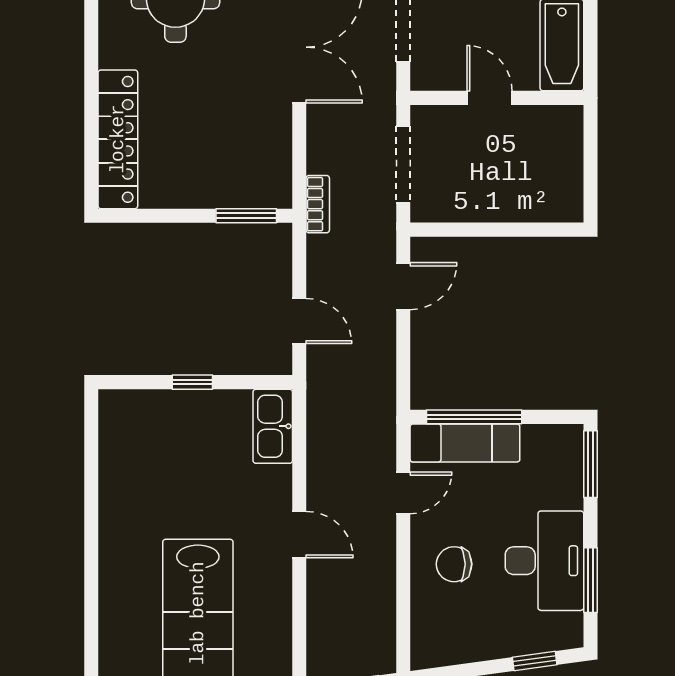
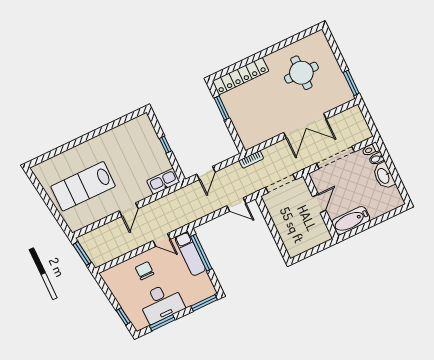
window: (246, 216) -> (222, 108), moved

